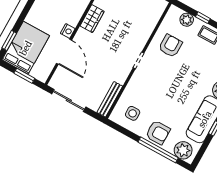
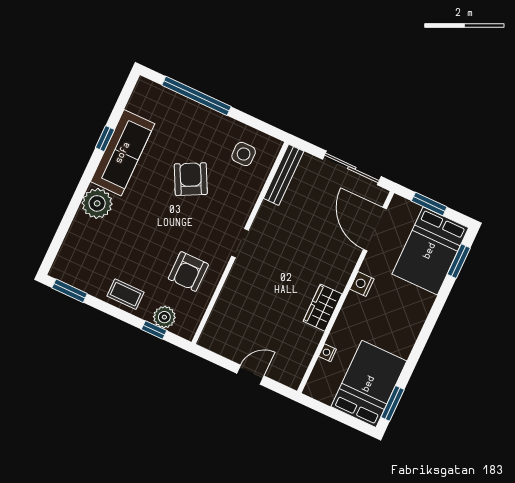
window: (203, 18) -> (154, 330), moved
door: (64, 52) -> (375, 229), moved
armchair: (158, 133) -> (191, 179), moved, turned 63
plant: (183, 150) -> (155, 98), removed

